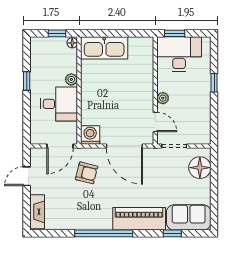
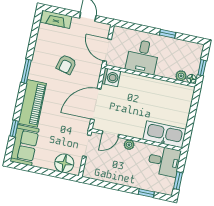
window: (175, 33) -> (178, 181), moved
kitchen sink: (104, 48) -> (165, 134), moved, turned 90
desk: (179, 54) -> (164, 161), width x0.73
plant: (71, 79) -> (181, 76), moved
window: (214, 83) -> (146, 193), moved
armchair: (87, 173) -> (66, 64), moved
window: (104, 233) -> (26, 71), width x0.47

